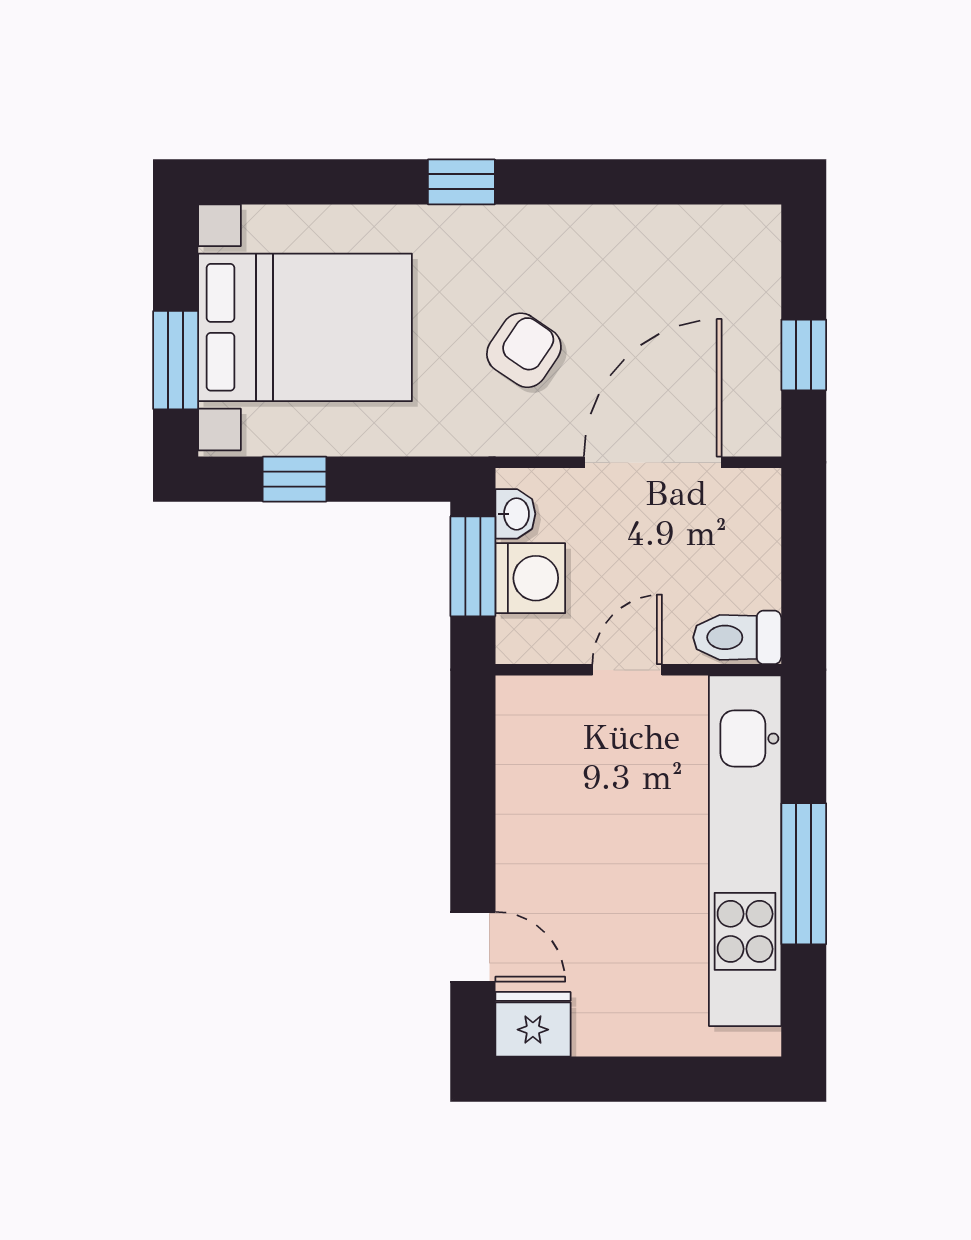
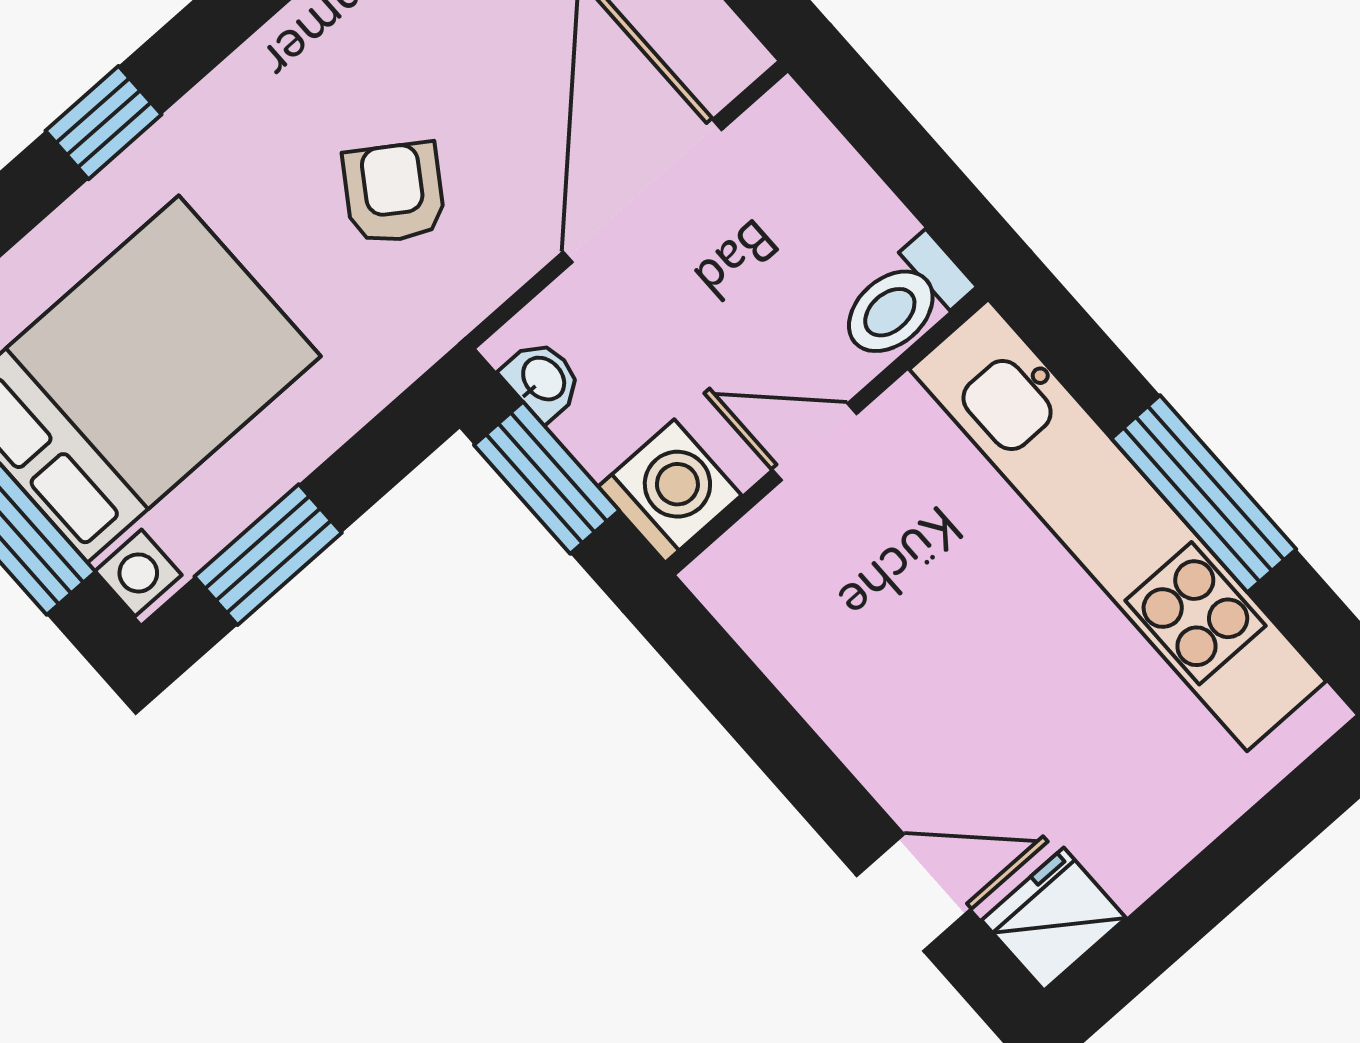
window: (461, 182) -> (104, 123), moved
window: (295, 479) -> (268, 555), width x1.50
washing machine: (530, 578) -> (670, 491), moved
door: (627, 670) -> (815, 442), hinge flipped

